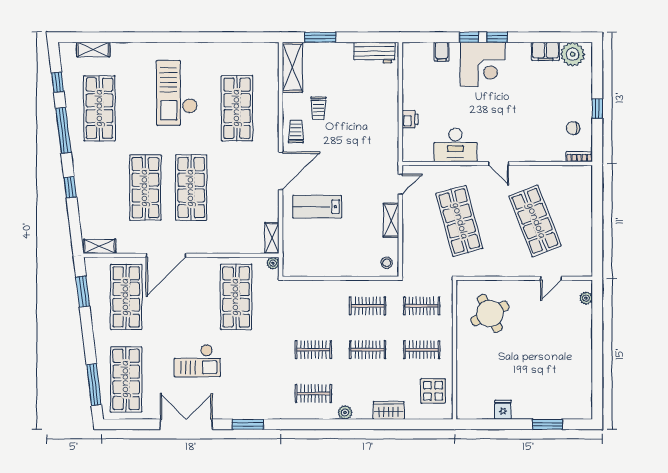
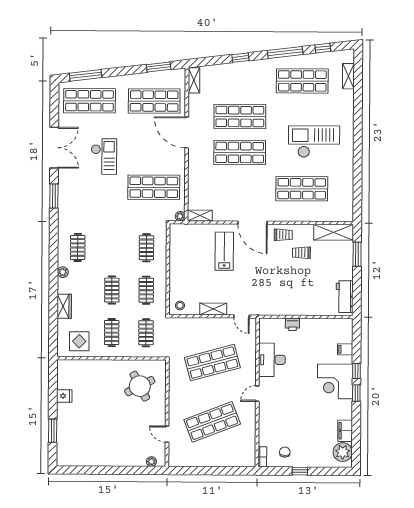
clothes rail: (313, 350) -> (146, 248), moved
checkout: (197, 361) -> (104, 157), turned 180

